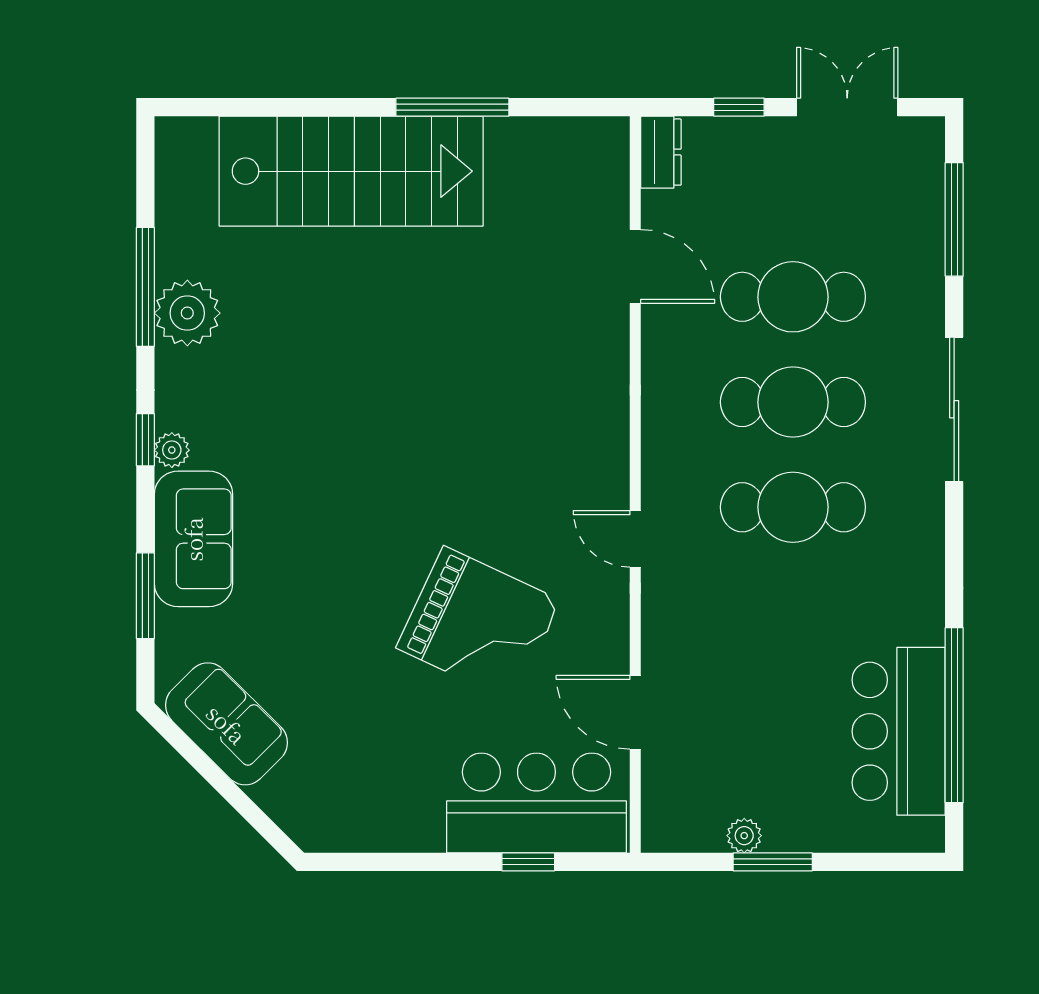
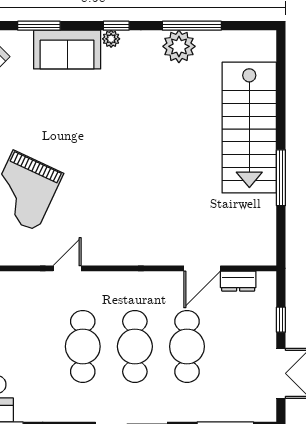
dresser: (661, 152) -> (238, 281), moved

